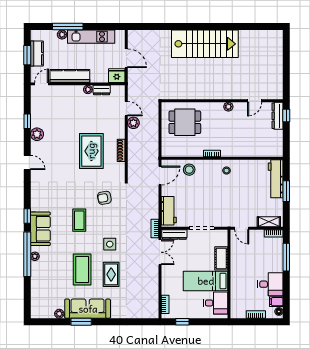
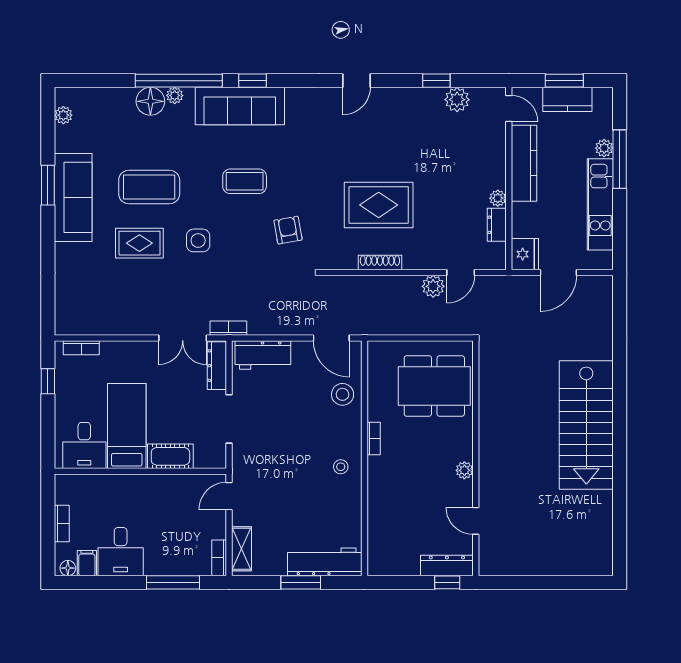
dining table: (185, 122) -> (434, 386), width x1.38
plant: (37, 134) -> (457, 100), moved
sofa: (40, 229) -> (240, 106), width x1.36
floor lamp: (38, 269) -> (150, 101), added
plant: (59, 314) -> (63, 115), moved

